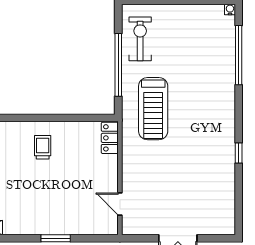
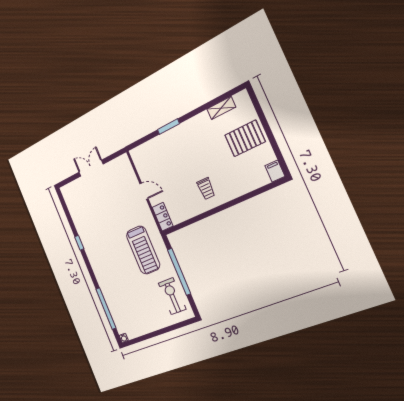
exercise bike: (140, 39) -> (172, 296), turned 180
treadmill: (153, 109) -> (143, 250), turned 180
door: (120, 204) -> (144, 191), moved

